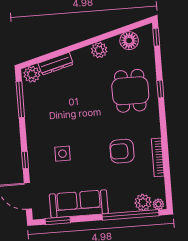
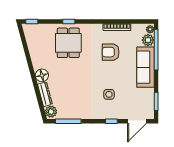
floor lamp: (129, 41) -> (42, 75), moved
plant: (99, 50) -> (38, 63), removed
dining table: (130, 91) -> (68, 43), turned 90
armchair: (122, 151) -> (111, 52), turned 90
sofa: (79, 204) -> (145, 67), moved

